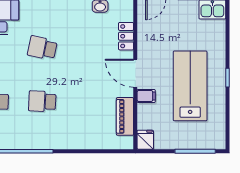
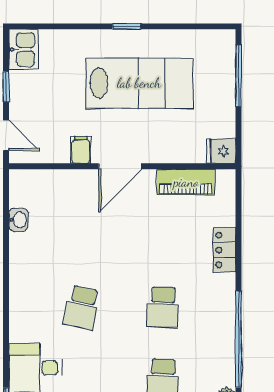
locker: (126, 36) -> (224, 250), moved, turned 90
lab bench: (190, 86) -> (139, 83), turned 180
filing cabinet: (146, 96) -> (81, 150), moved

